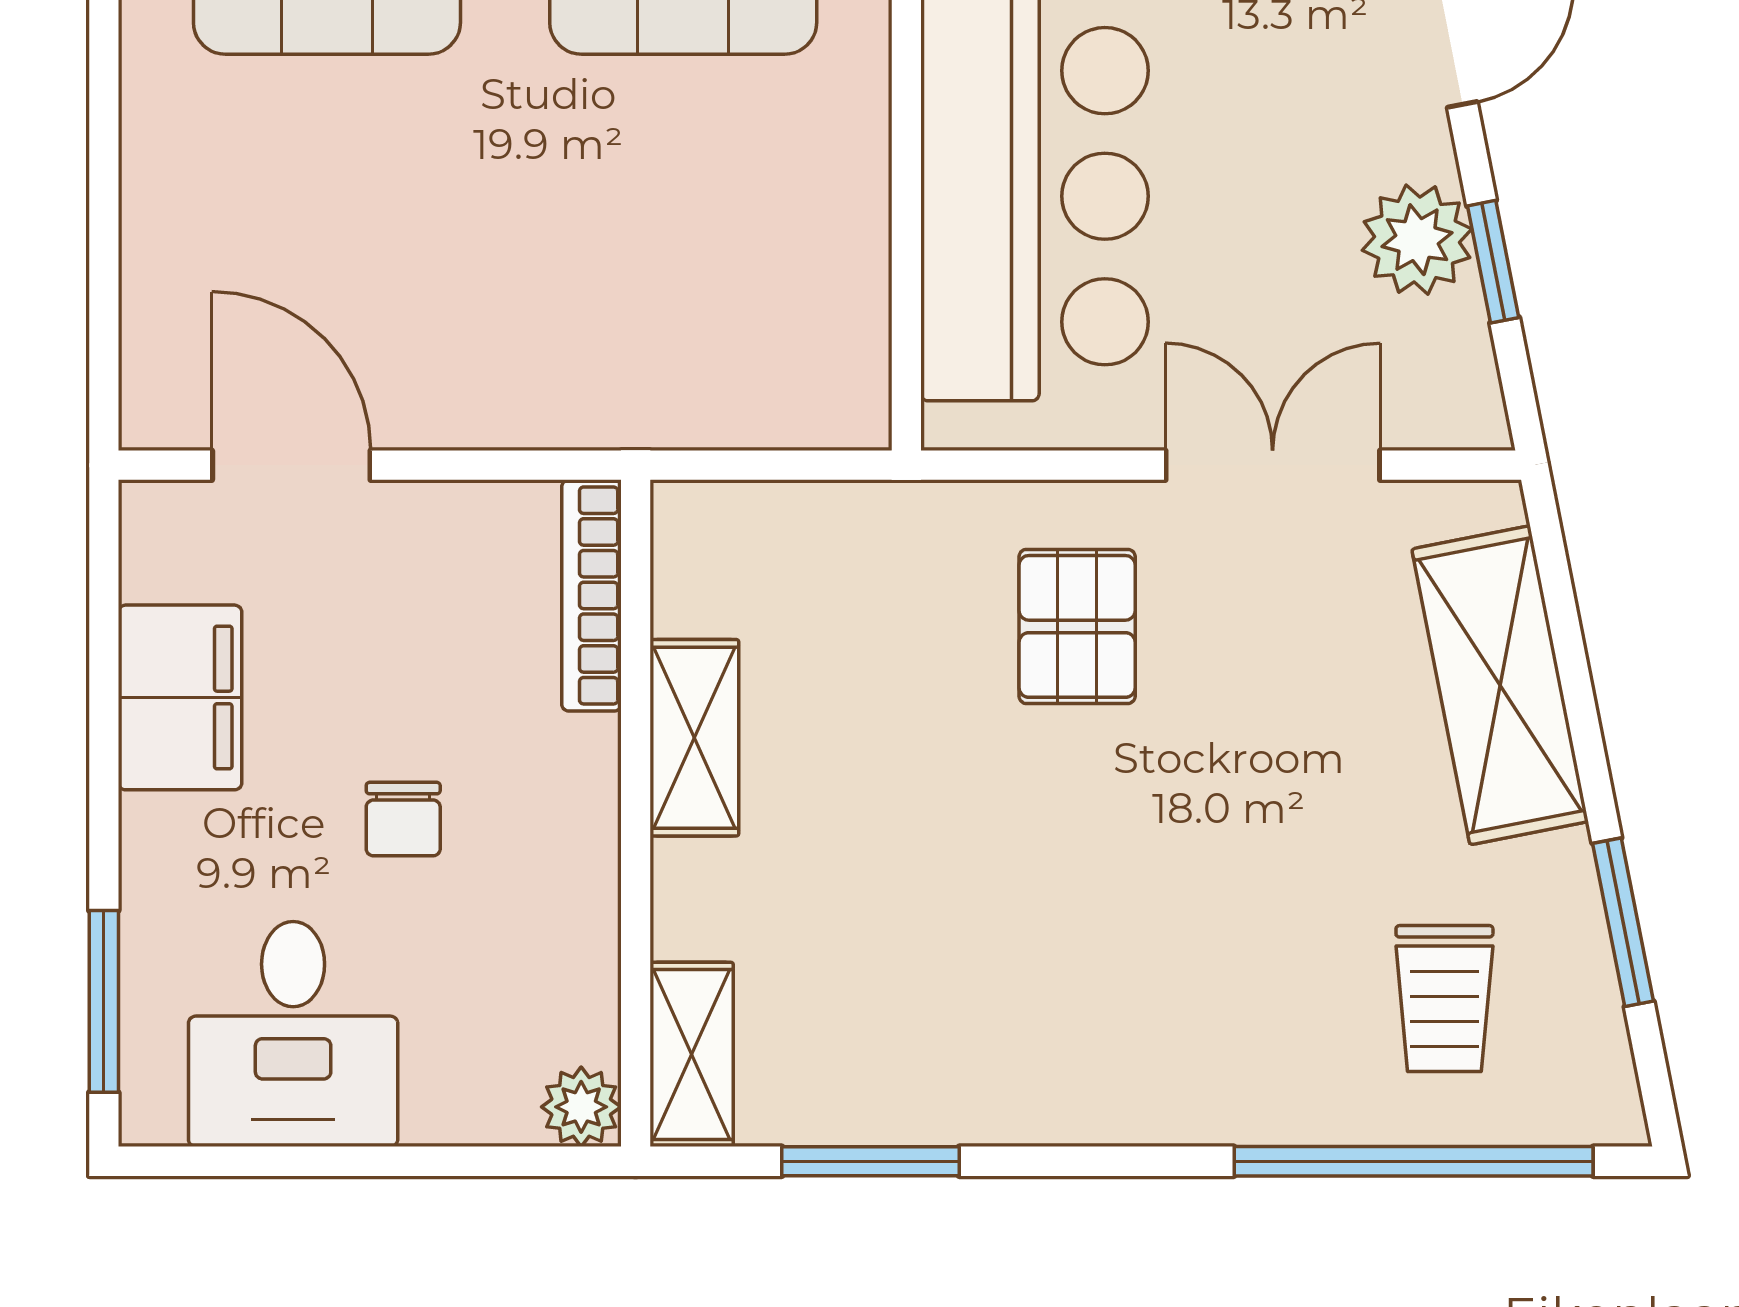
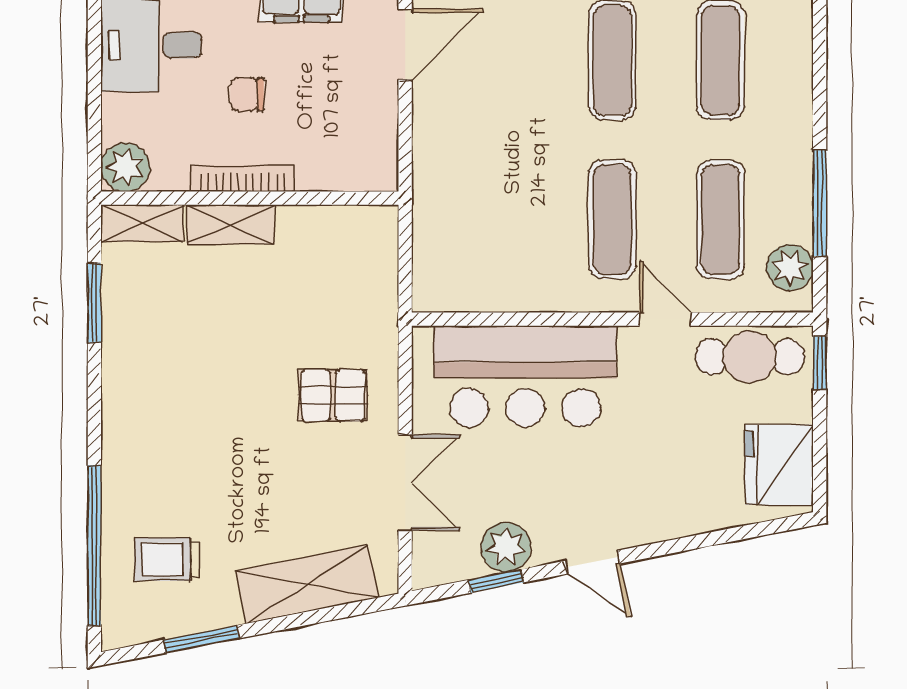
bookcase: (591, 595) -> (243, 178), moved
shelving: (694, 738) -> (231, 224), moved
plant: (581, 1107) -> (125, 167), width x1.38, depth x1.38

